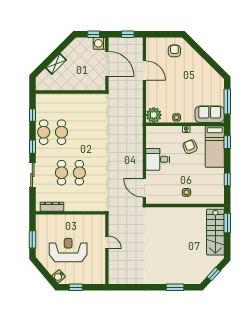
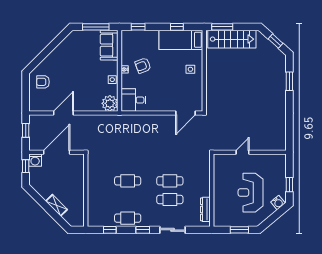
cafe table: (62, 132) -> (128, 181), moved
bed: (215, 147) -> (181, 40), moved, turned 180
desk: (158, 159) -> (133, 100), moved, turned 90

